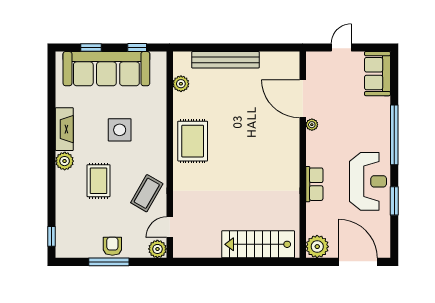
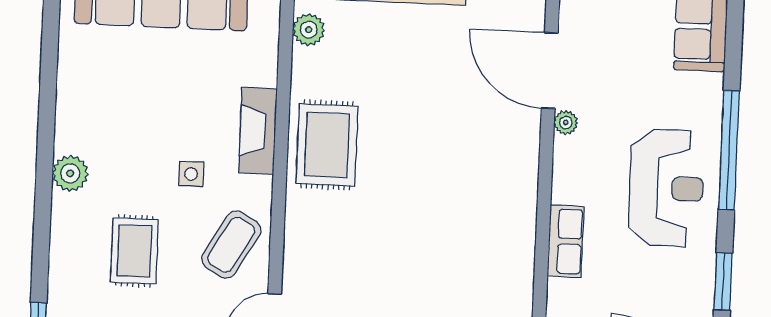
fireplace: (64, 129) -> (258, 131), moved, turned 180
side table: (120, 130) -> (191, 174), moved, width x0.54, depth x0.54
rug: (99, 181) -> (134, 251), moved
reception desk: (368, 181) -> (666, 188), moved

